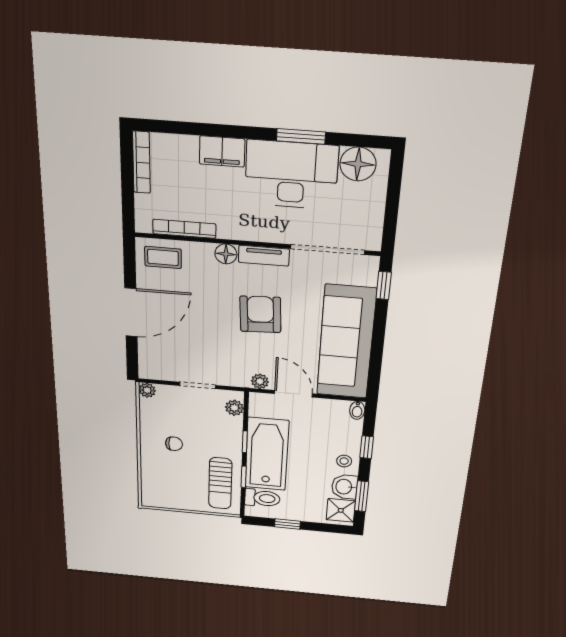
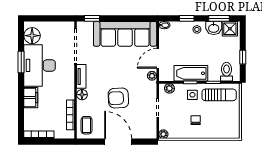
armchair: (260, 314) -> (118, 98), moved
side table: (221, 443) -> (192, 95), added
bathtub: (267, 454) -> (191, 73), width x0.73, depth x0.73

